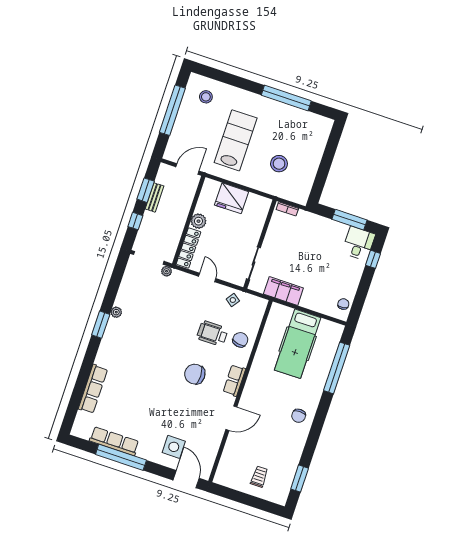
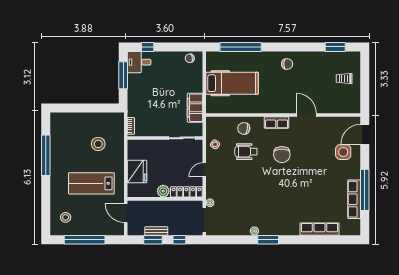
wheelchair: (212, 333) -> (246, 152), turned 90

